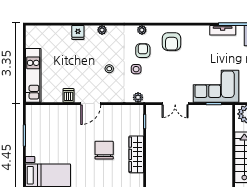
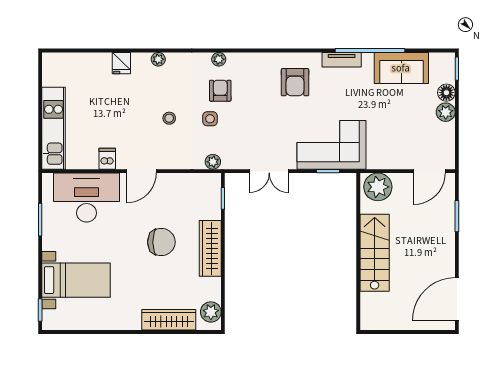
armchair: (171, 42) -> (295, 82), moved
desk: (55, 121) -> (86, 198), added
chair: (104, 150) -> (161, 242), turned 90

